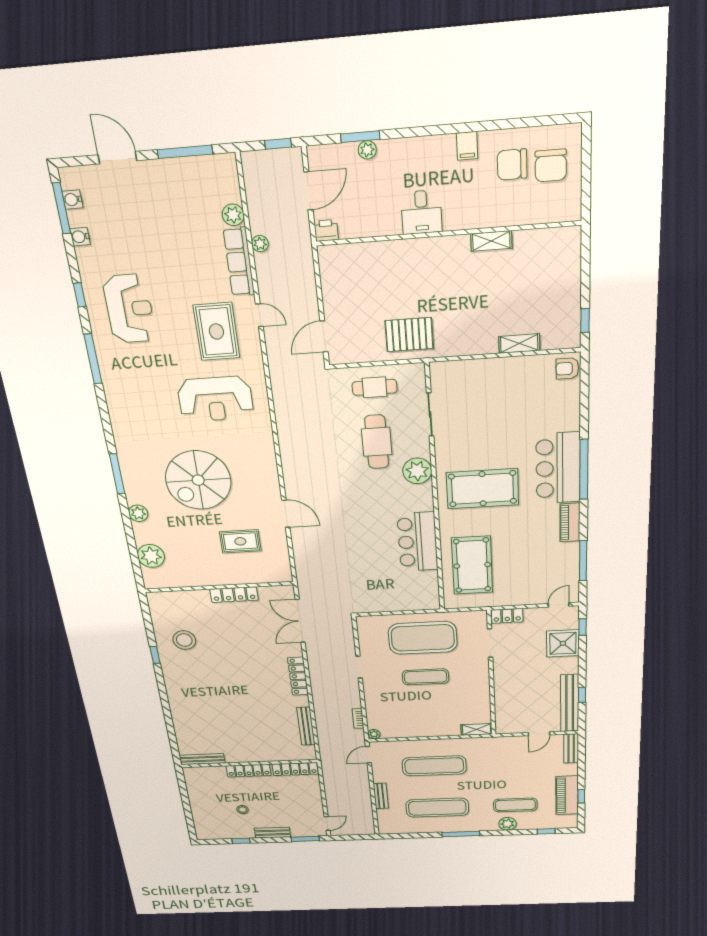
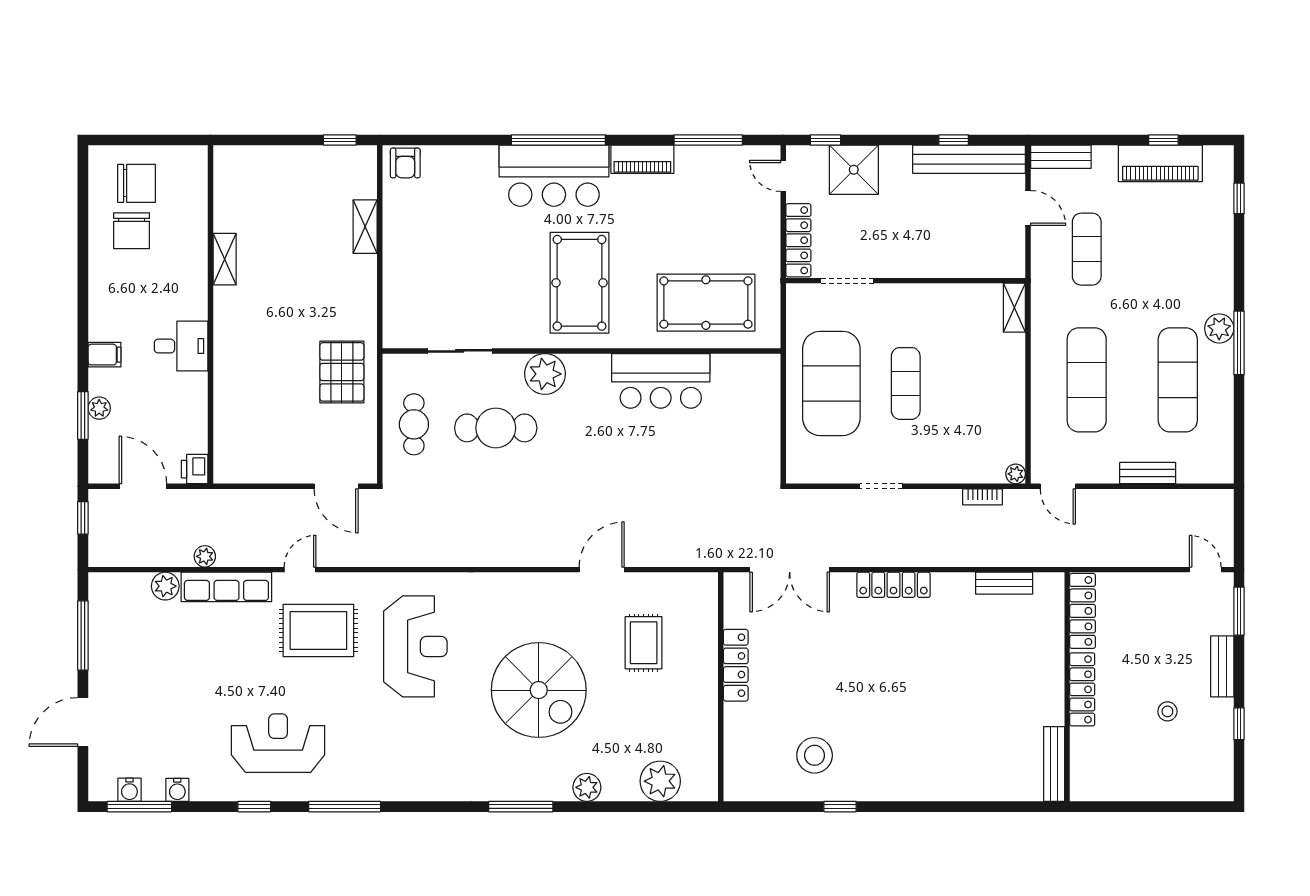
filing cabinet: (467, 146) -> (105, 355), moved
locker: (507, 616) -> (798, 240), width x1.53
bench: (306, 726) -> (1004, 583), width x0.73
exercise mat: (515, 805) -> (1087, 249), moved
plant: (508, 824) -> (1219, 328), moved

